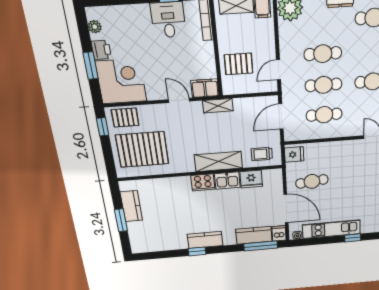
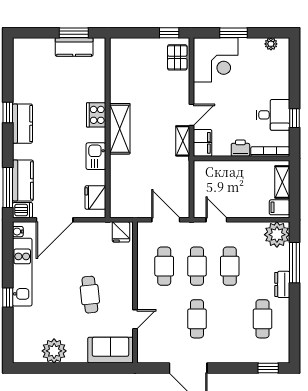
printer: (101, 50) -> (240, 148), moved, turned 180
pallet: (239, 64) -> (225, 179), removed
shelving: (218, 106) -> (183, 141), moved
pallet: (142, 149) -> (140, 69), removed
trolley: (262, 154) -> (124, 197), removed
shelving: (218, 161) -> (120, 129), moved
fridge: (251, 179) -> (95, 198), moved
cafe table: (312, 181) -> (90, 295), moved
cooker: (203, 182) -> (96, 115), moved
window: (121, 220) -> (74, 33), moved

